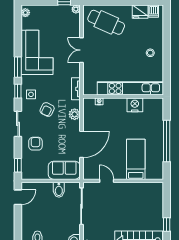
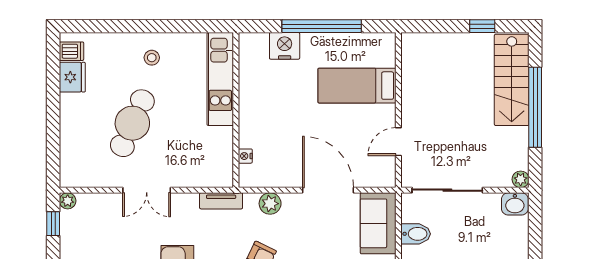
cafe table: (106, 22) -> (132, 123), moved
kitchen unit: (130, 88) -> (220, 79), width x0.73
nightstand: (135, 105) -> (285, 46), moved, turned 90

